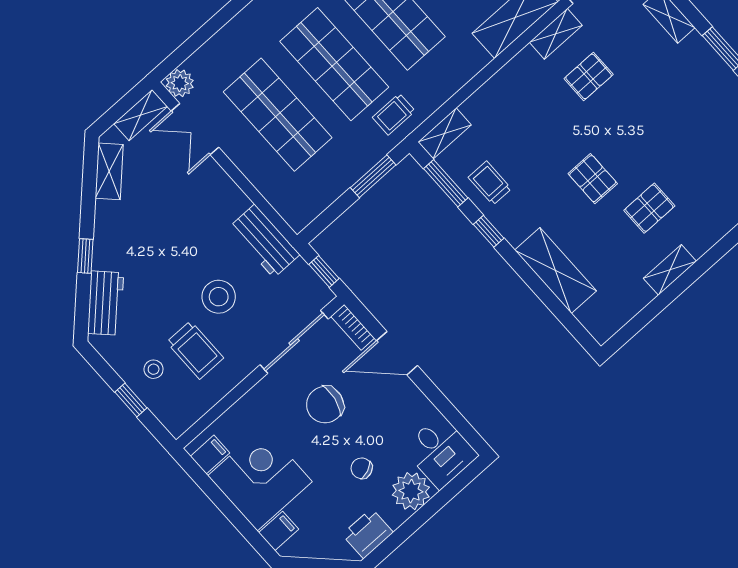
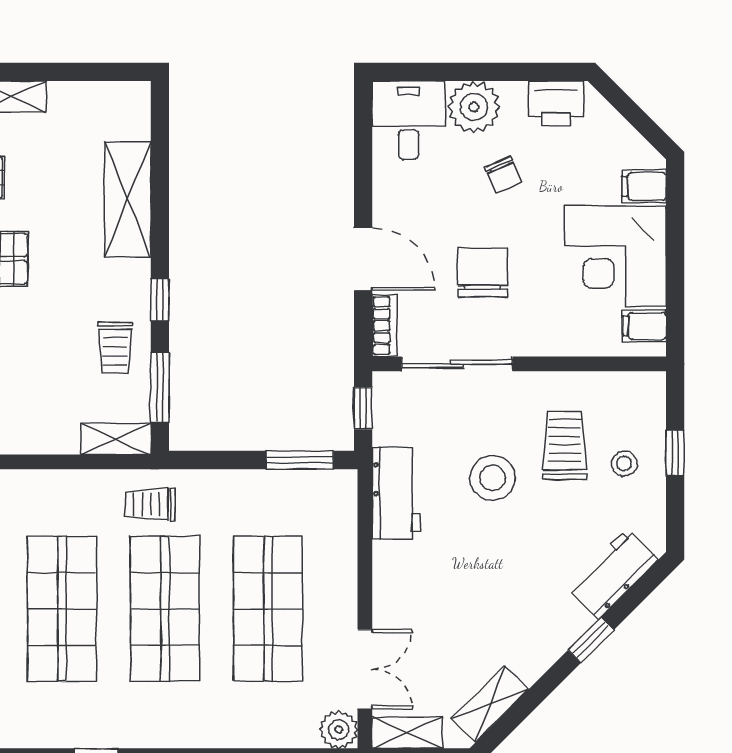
trolley: (394, 114) -> (150, 504), turned 180
window: (373, 176) -> (300, 460), moved
chair: (325, 405) -> (483, 272), turned -100

